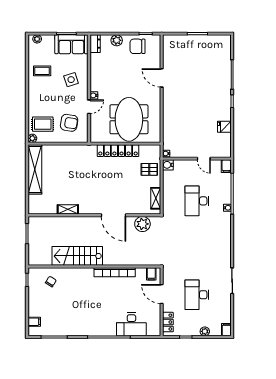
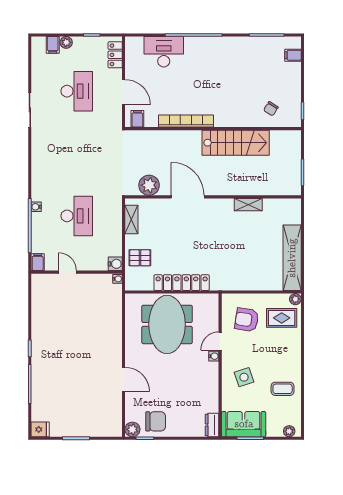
plant: (117, 40) -> (132, 429), moved
fridge: (224, 127) -> (40, 429), moved
filing cabinet: (226, 330) -> (53, 45), moved

